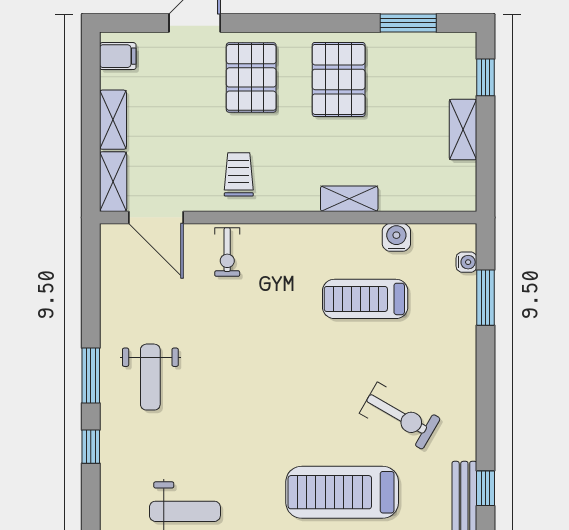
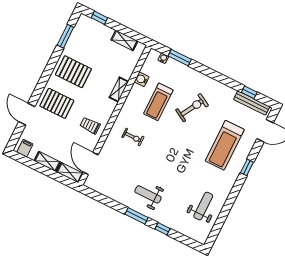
shelving: (463, 130) -> (124, 40), moved
door: (156, 217) -> (91, 163), swing flipped
exercise bike: (227, 252) -> (133, 137), moved
weight bench: (150, 377) -> (148, 194), turned 180
exercise bike: (400, 416) -> (192, 108), moved

